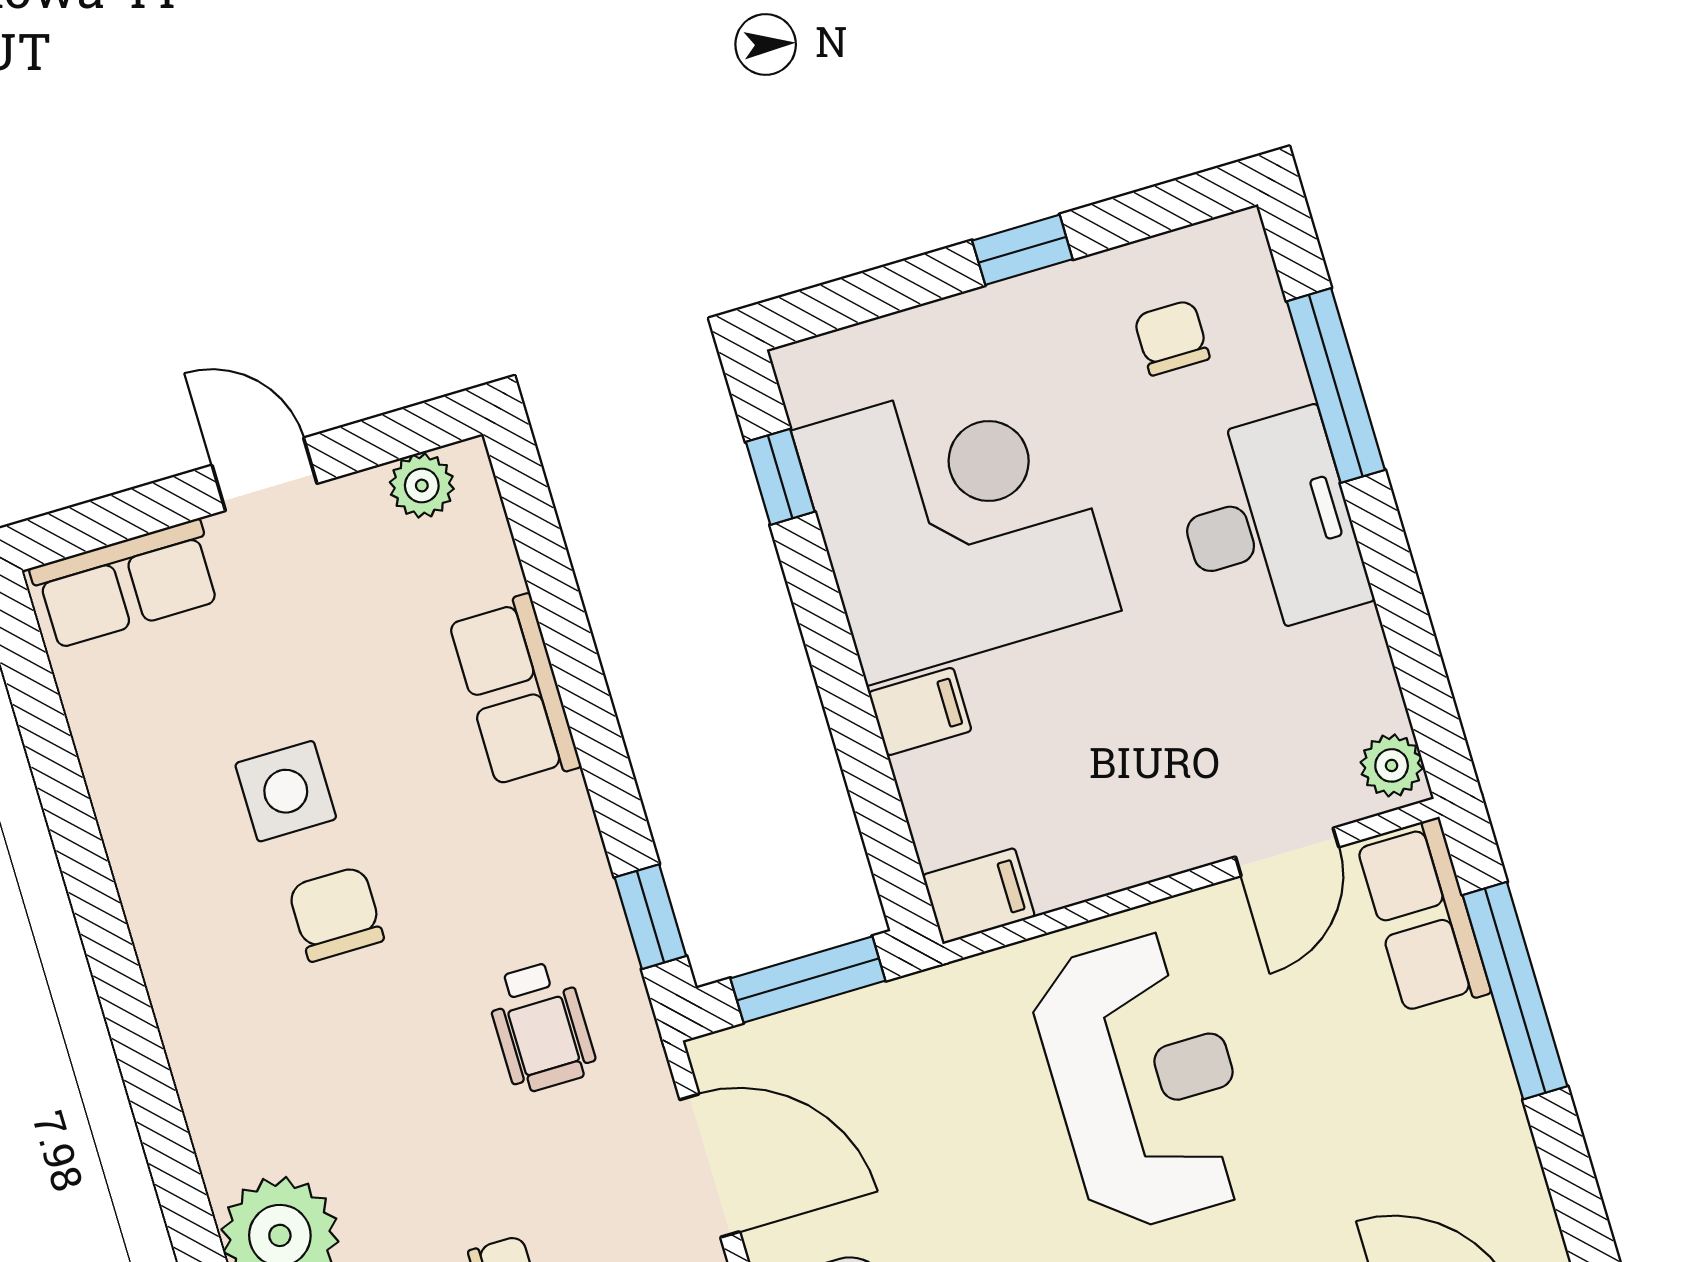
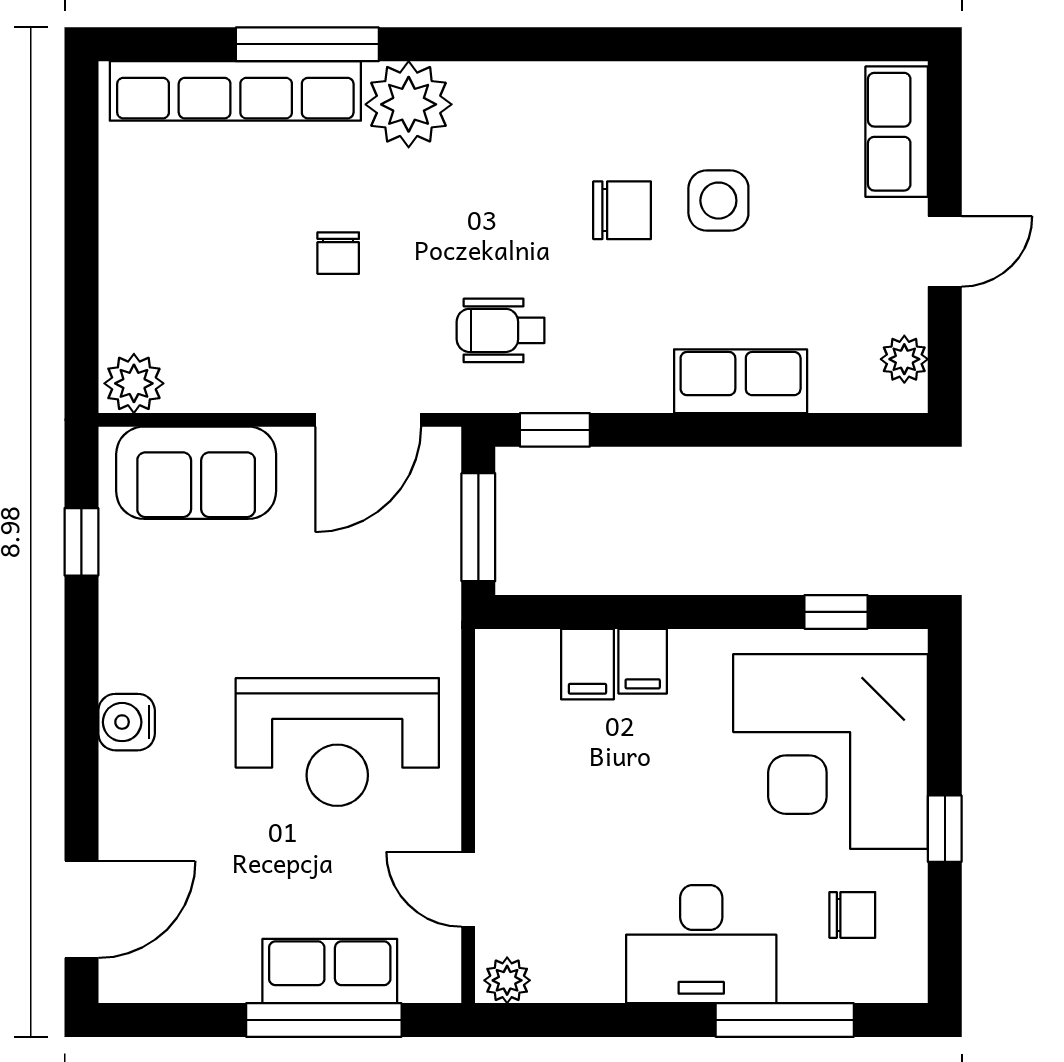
corner desk: (956, 521) -> (831, 751), moved, turned 90
filing cabinet: (979, 896) -> (587, 664), moved
row of seats: (1423, 917) -> (330, 971), moved

